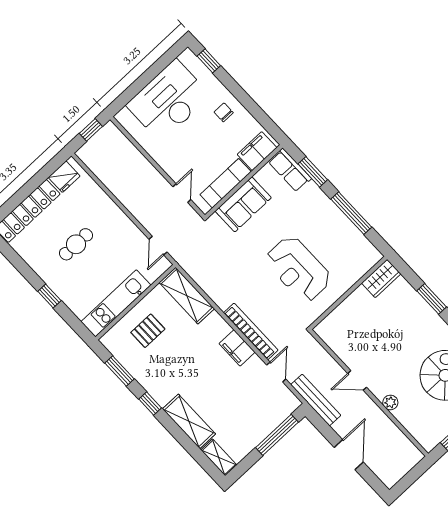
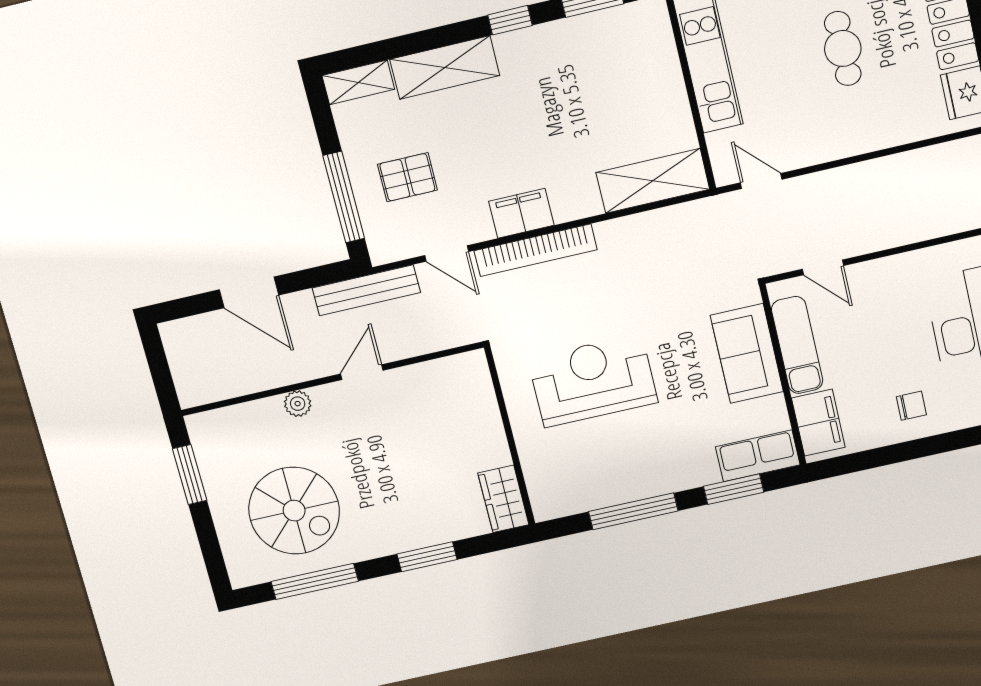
pallet: (148, 331) -> (407, 177), moved, turned 90

